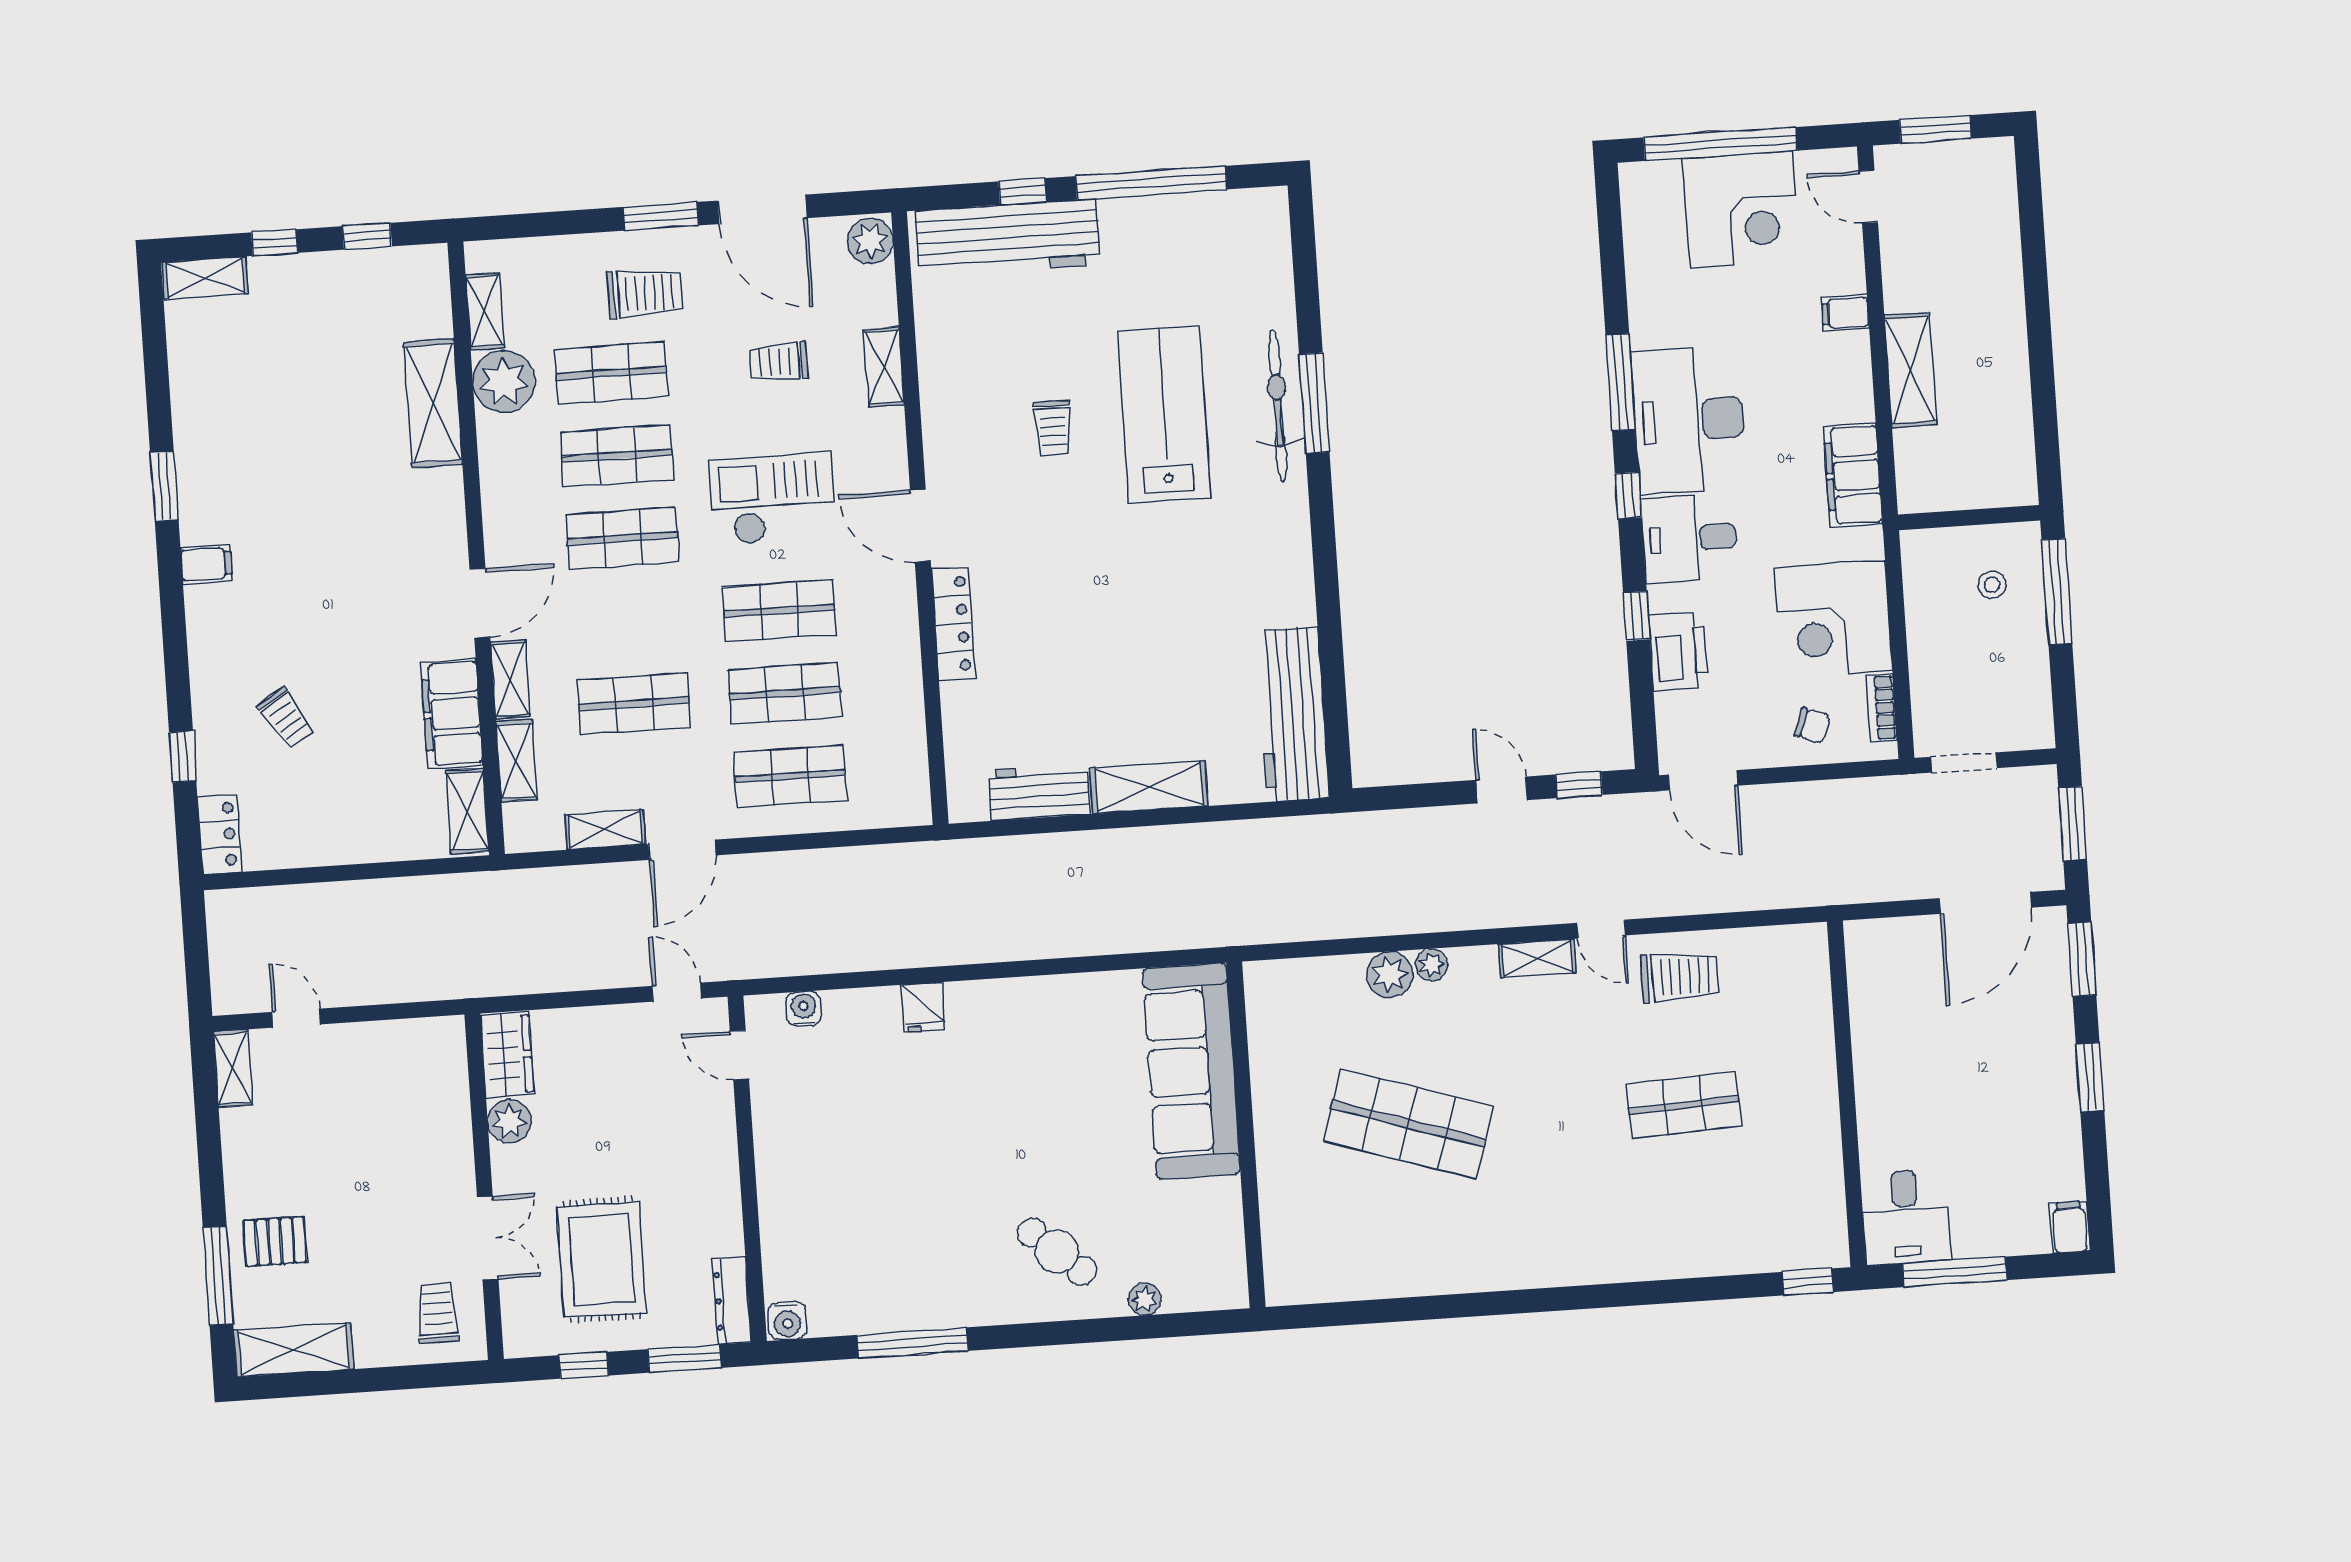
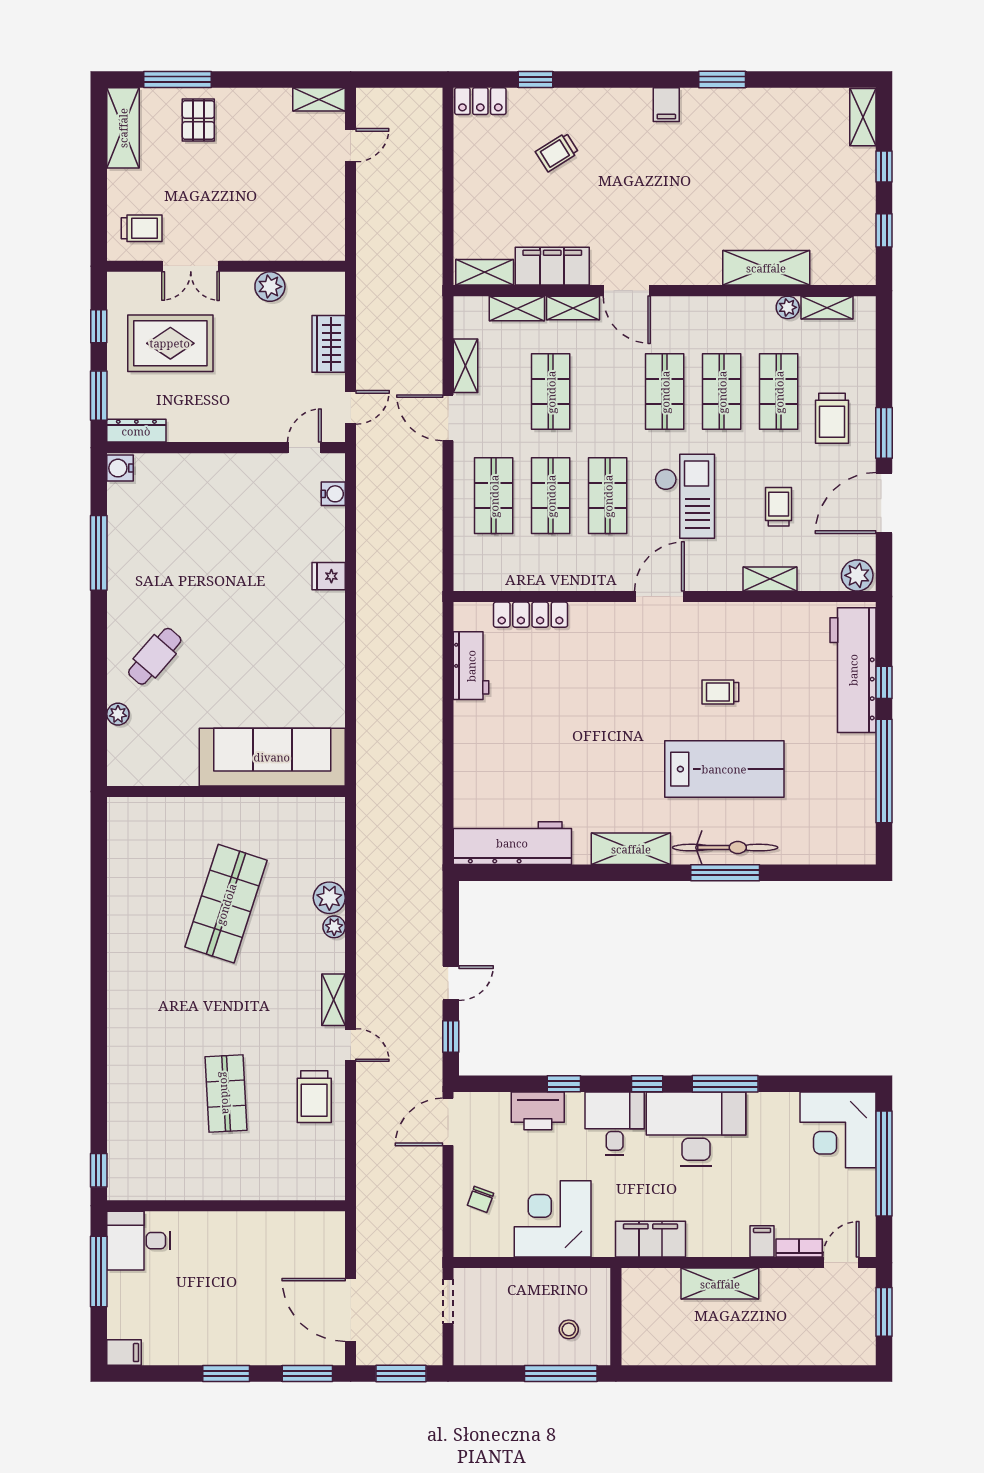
corner desk: (1741, 210) -> (838, 1130), moved
plant: (504, 382) -> (788, 307), width x0.53, depth x0.53
locker: (953, 624) -> (531, 615), moved
bookcase: (1882, 708) -> (799, 1248), moved
shelving: (1149, 787) -> (631, 849), moved, turned 90
door: (1601, 929) -> (351, 1045), swing flipped
wardrobe: (507, 1055) -> (329, 344), moved, turned 90

